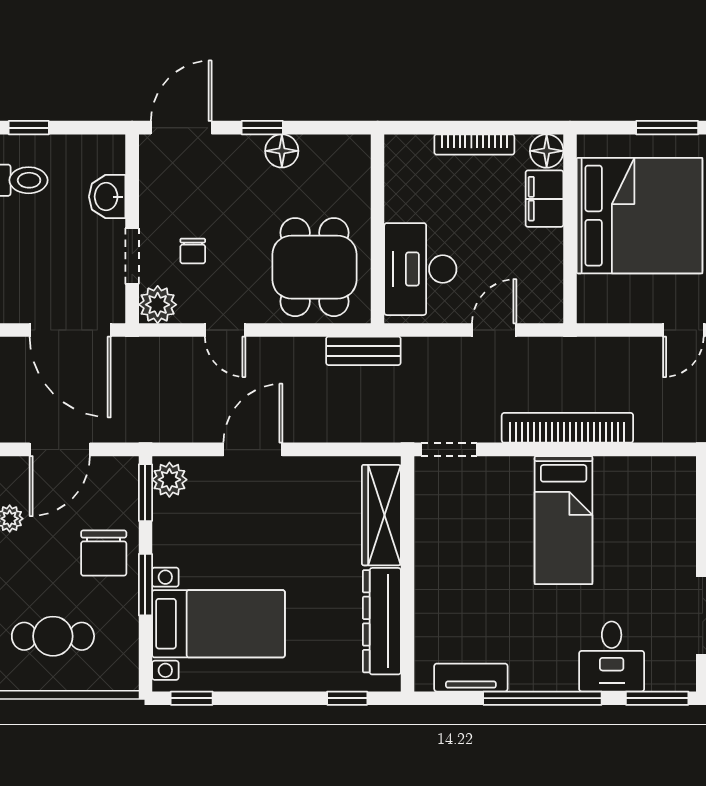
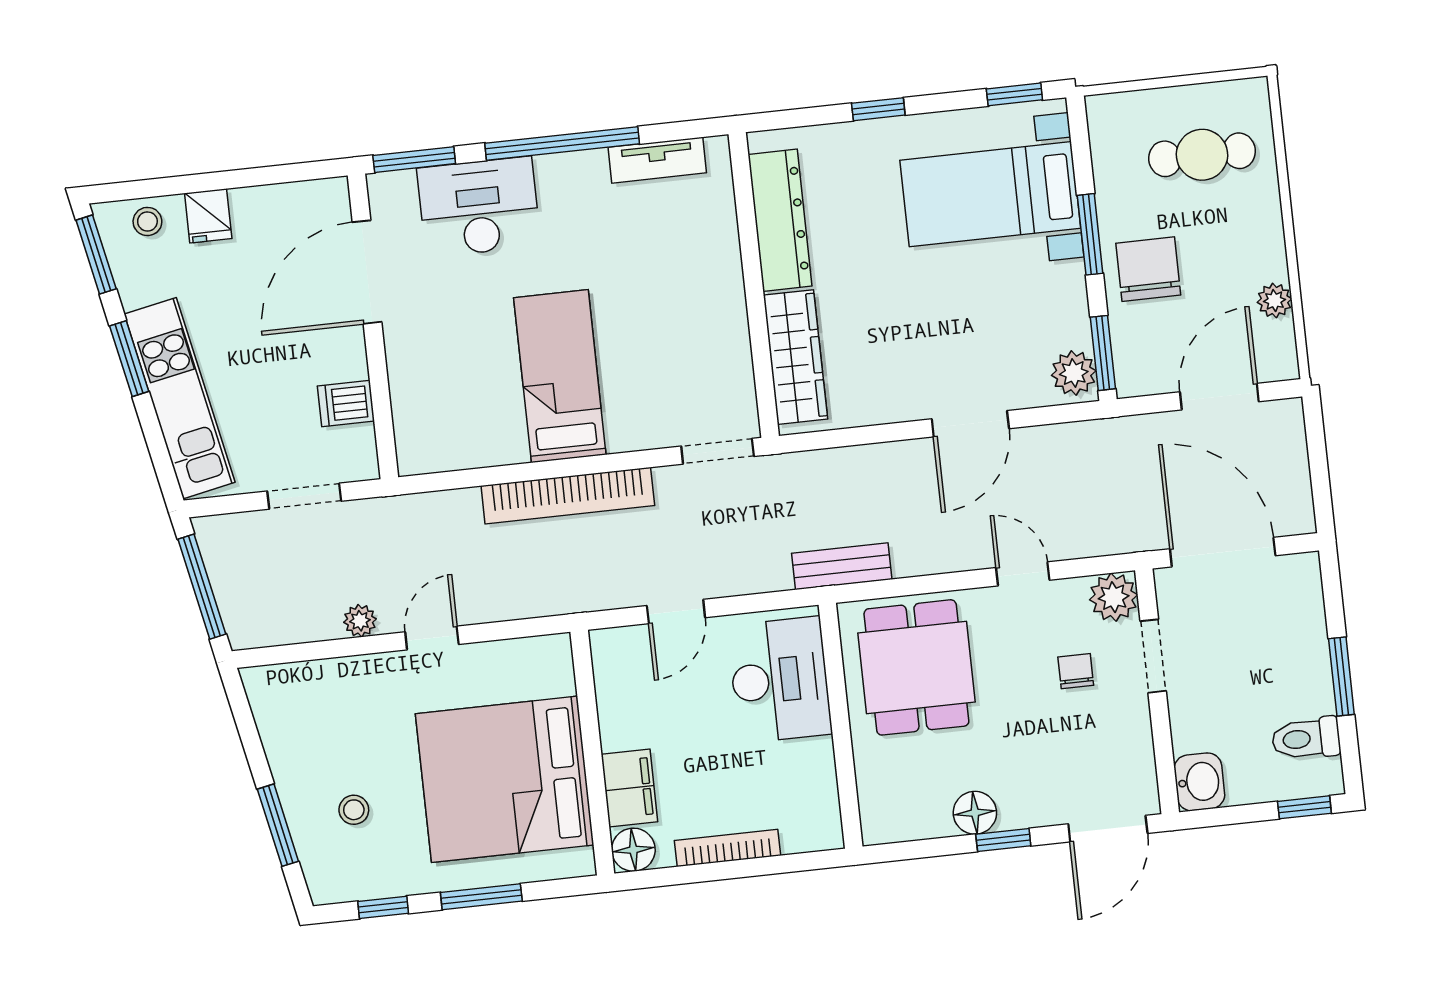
washbasin: (107, 197) -> (1199, 782), moved
desk: (612, 656) -> (479, 207), width x1.37
window: (347, 698) -> (878, 109), moved

